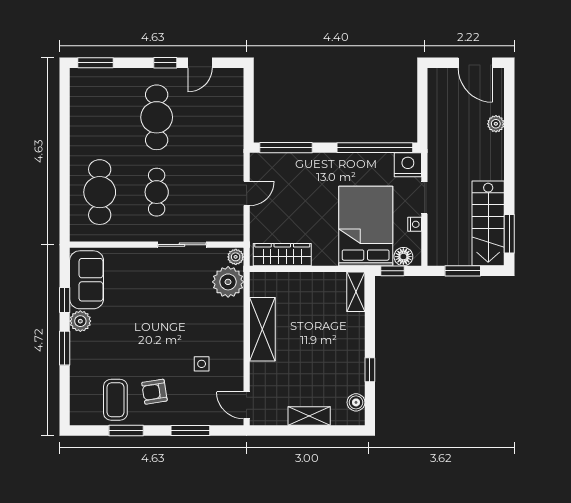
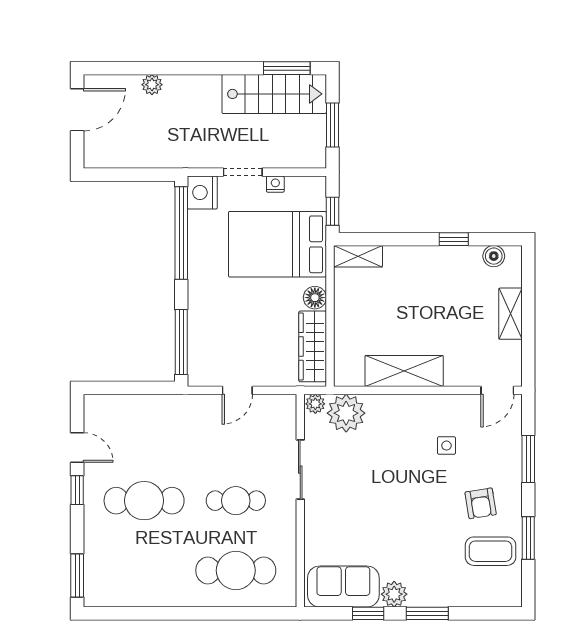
door: (247, 193) -> (237, 390), swing flipped
floor lamp: (403, 257) -> (315, 298), moved

